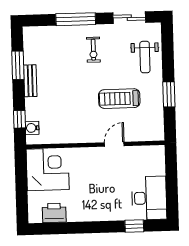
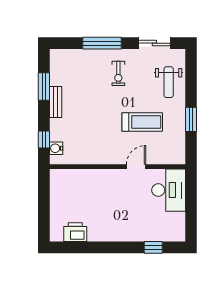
treadmill: (119, 99) -> (142, 122), turned 180
corner desk: (48, 169) -> (70, 189), removed
desk: (149, 198) -> (169, 190), moved

